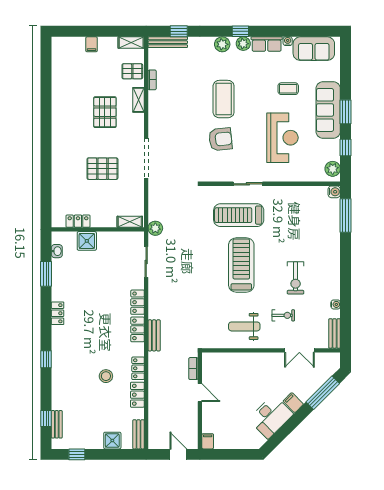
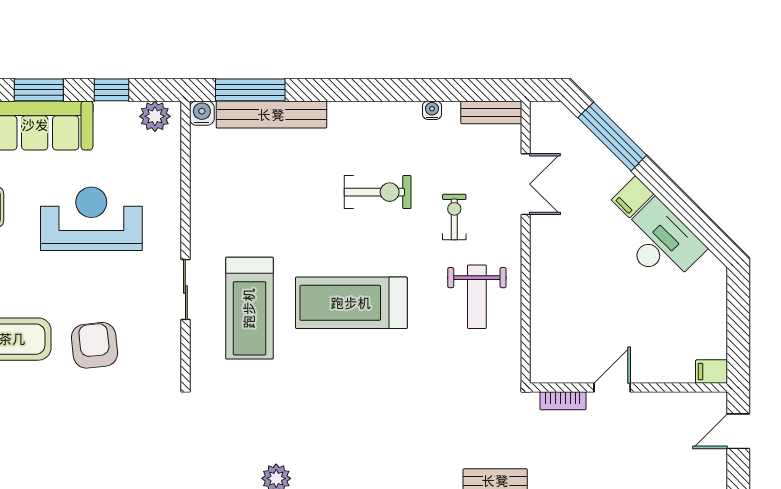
bench: (333, 226) -> (271, 115), added

